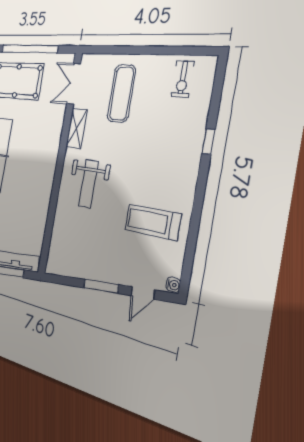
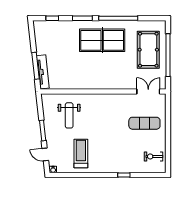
shelving: (76, 128) -> (123, 98), removed
weight bench: (88, 184) -> (69, 115), moved, turned -90

